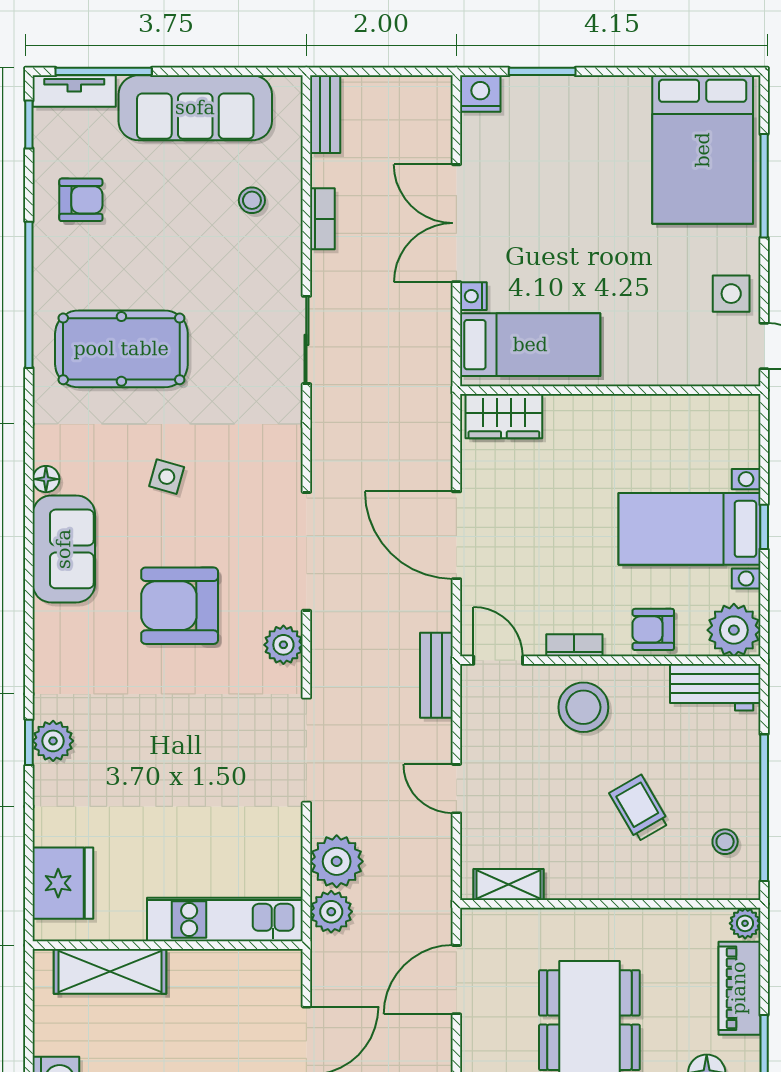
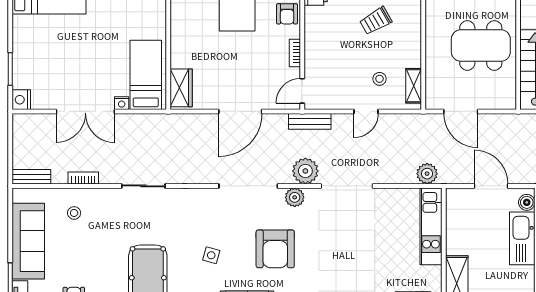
stool: (583, 707) -> (380, 79), moved, width x0.53, depth x0.53
plant: (337, 861) -> (305, 171), moved

